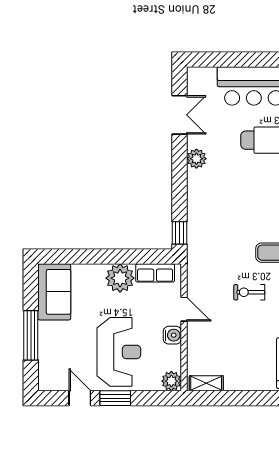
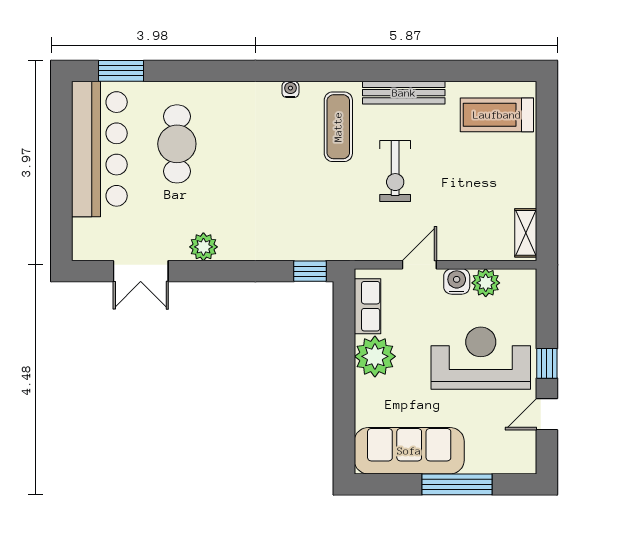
double door: (179, 115) -> (141, 271), swing flipped
sofa: (54, 292) -> (409, 451), width x1.36
exercise bike: (249, 292) -> (395, 171), width x1.38, depth x1.39
plant: (171, 381) -> (486, 283), moved
window: (115, 398) -> (547, 363), width x0.67

